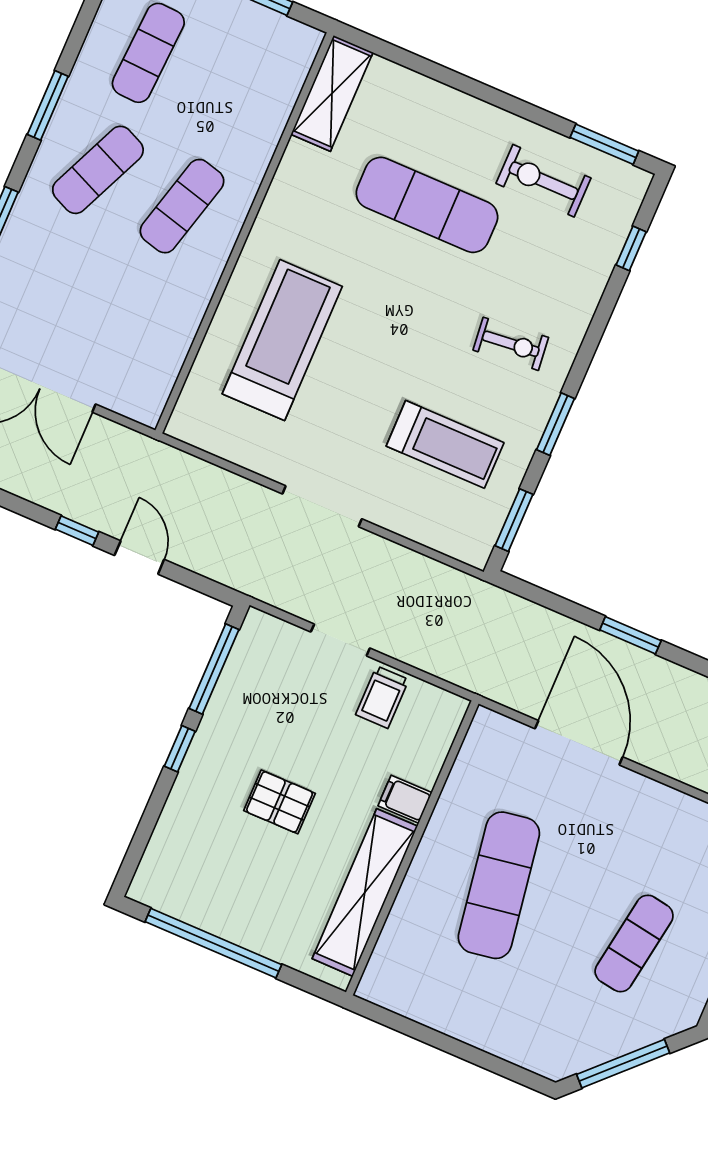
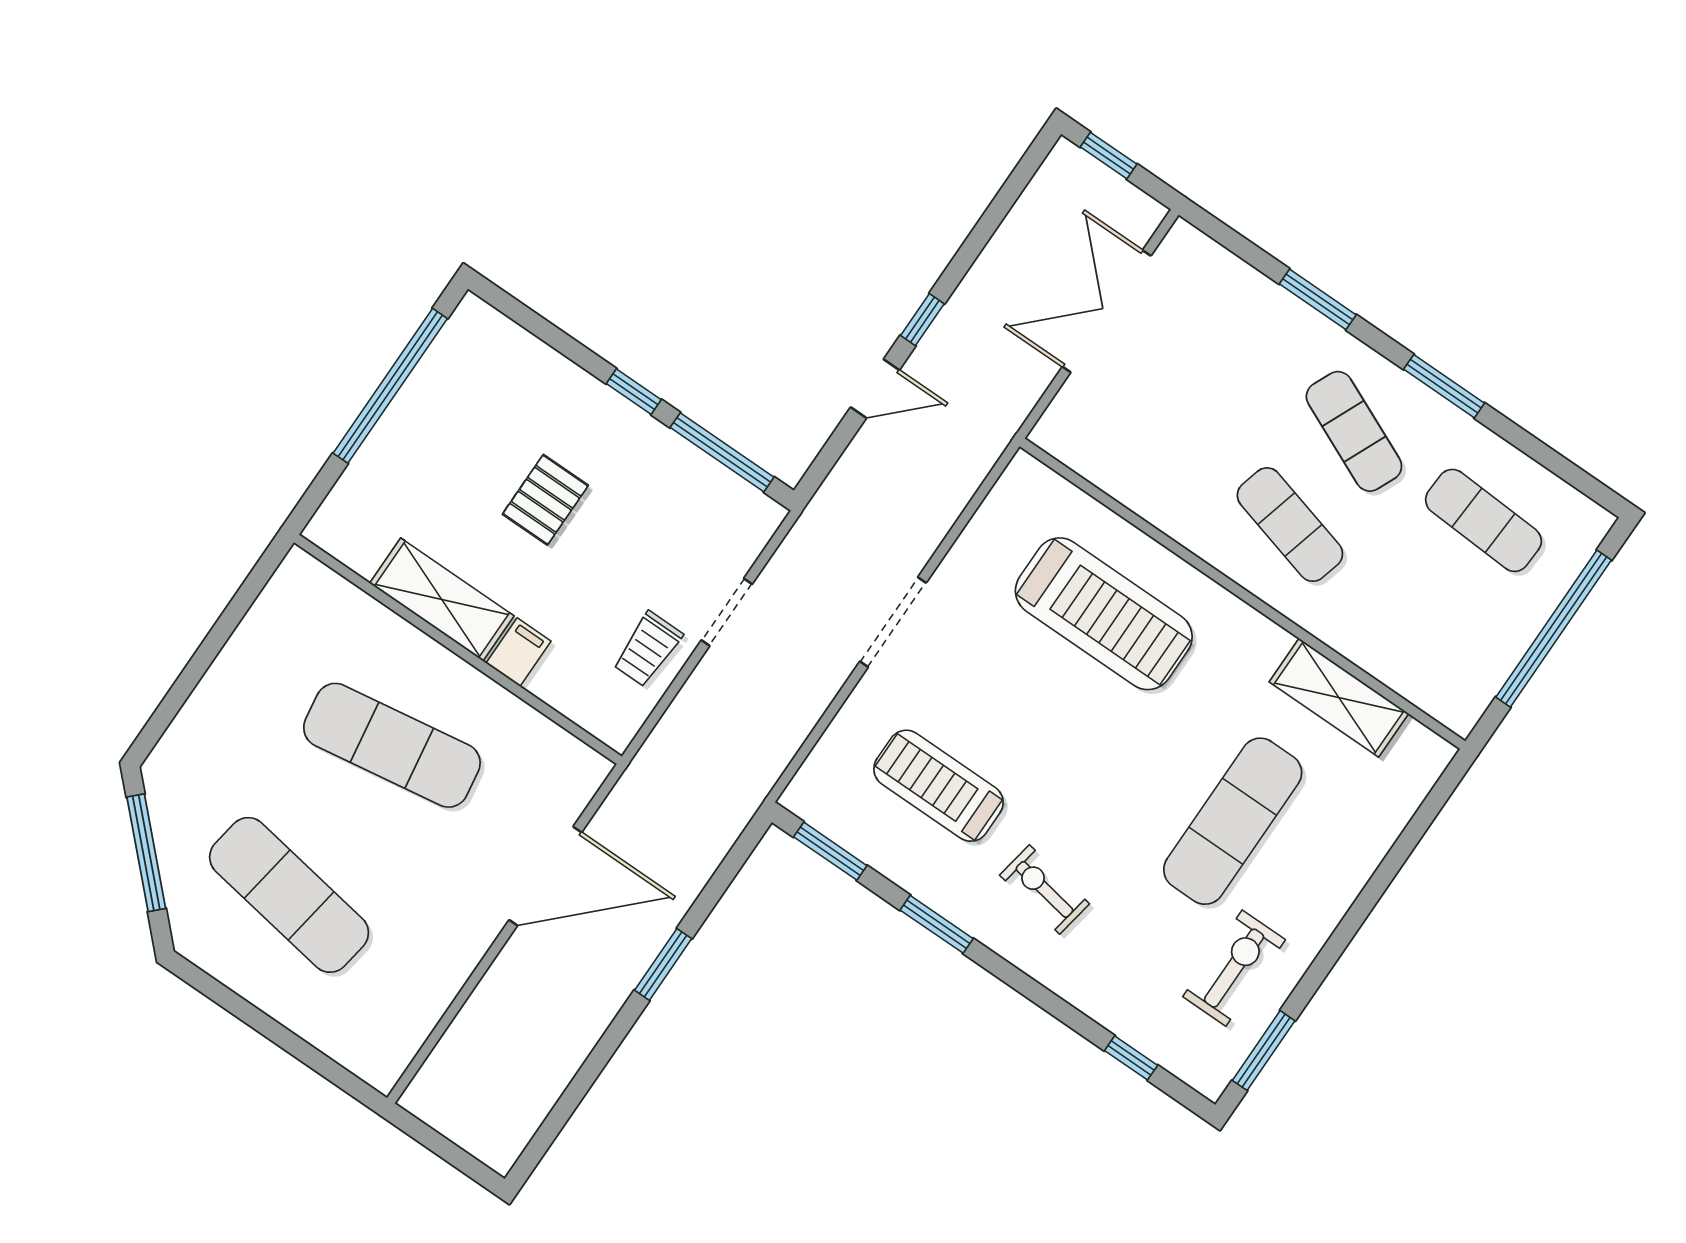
shelving: (332, 93) -> (1339, 698), moved
exercise bike: (511, 344) -> (1044, 889), turned 106
treadmill: (445, 444) -> (939, 786), turned 90
trolley: (382, 697) -> (648, 649), turned -90
shelving: (365, 892) -> (442, 599), width x0.68
exercise mat: (634, 943) -> (289, 895), width x1.36, depth x1.45

